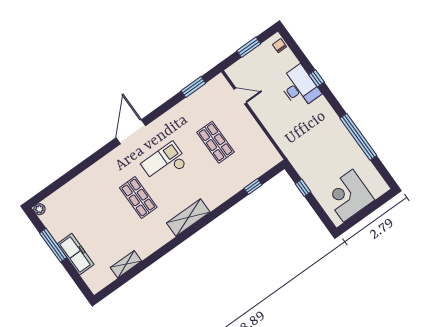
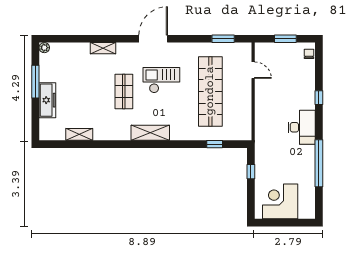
desk: (299, 87) -> (302, 127), moved
shop shelf: (216, 142) -> (210, 91), width x2.00, depth x1.36
shelving: (92, 172) -> (103, 48), added

